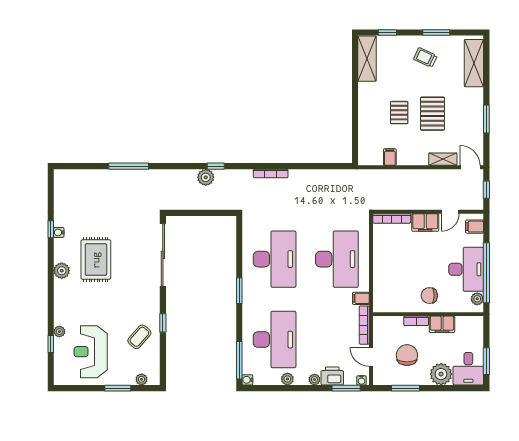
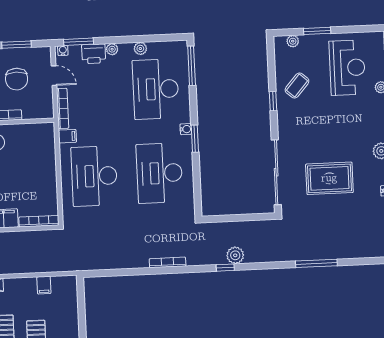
rug: (96, 260) -> (329, 178), moved, turned 90
water cooler: (247, 380) -> (186, 129), moved

